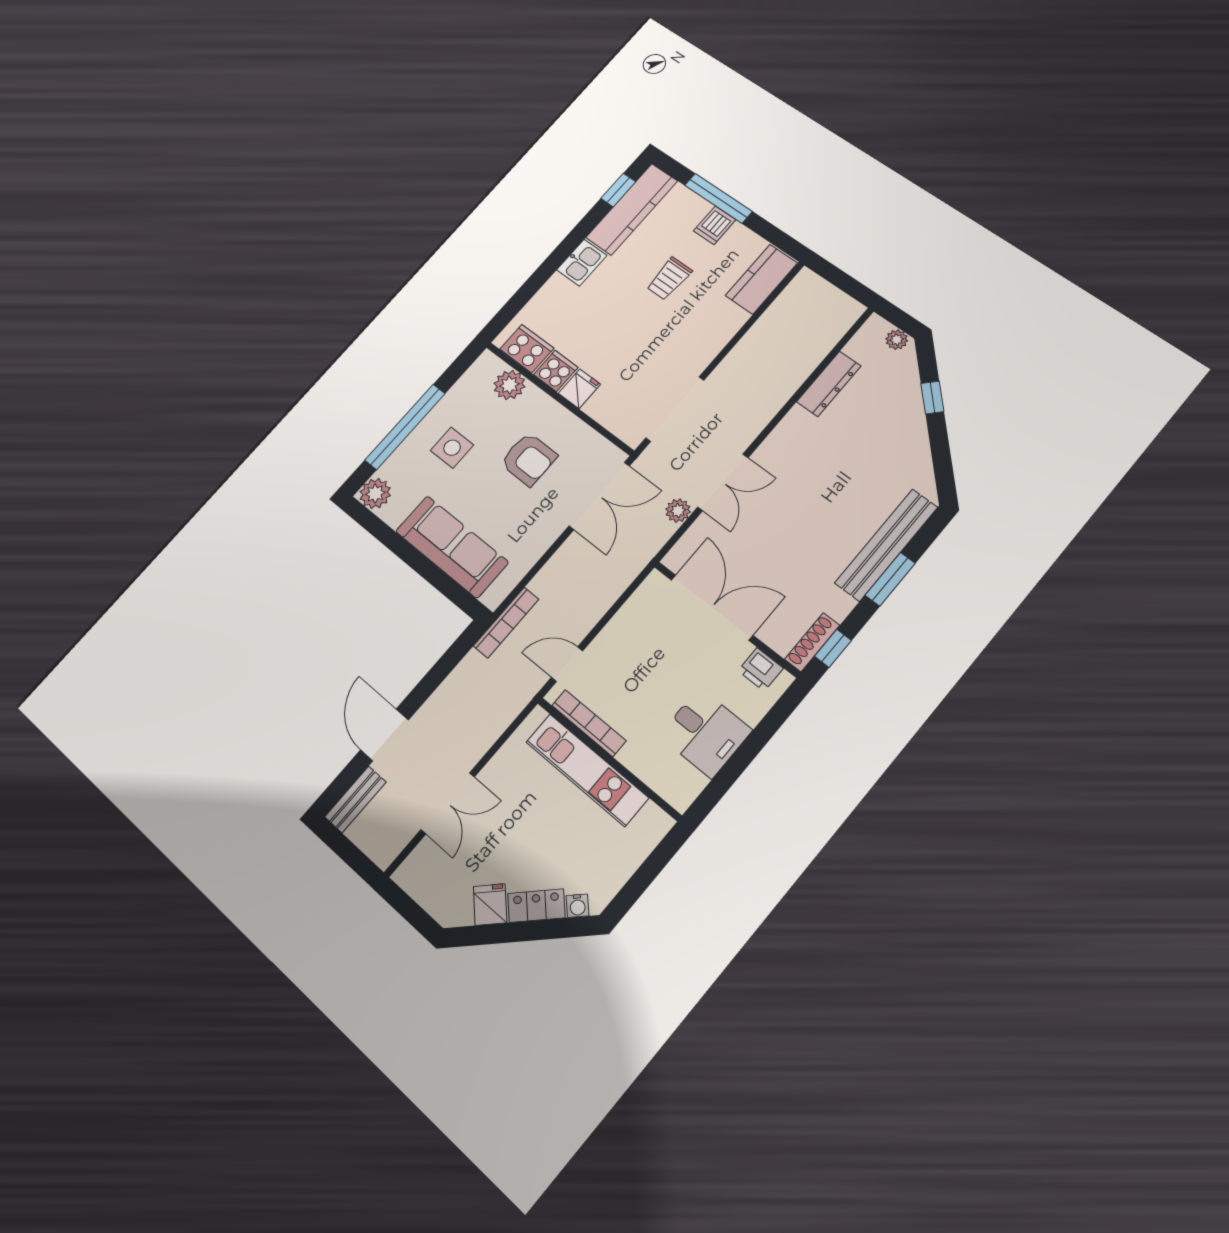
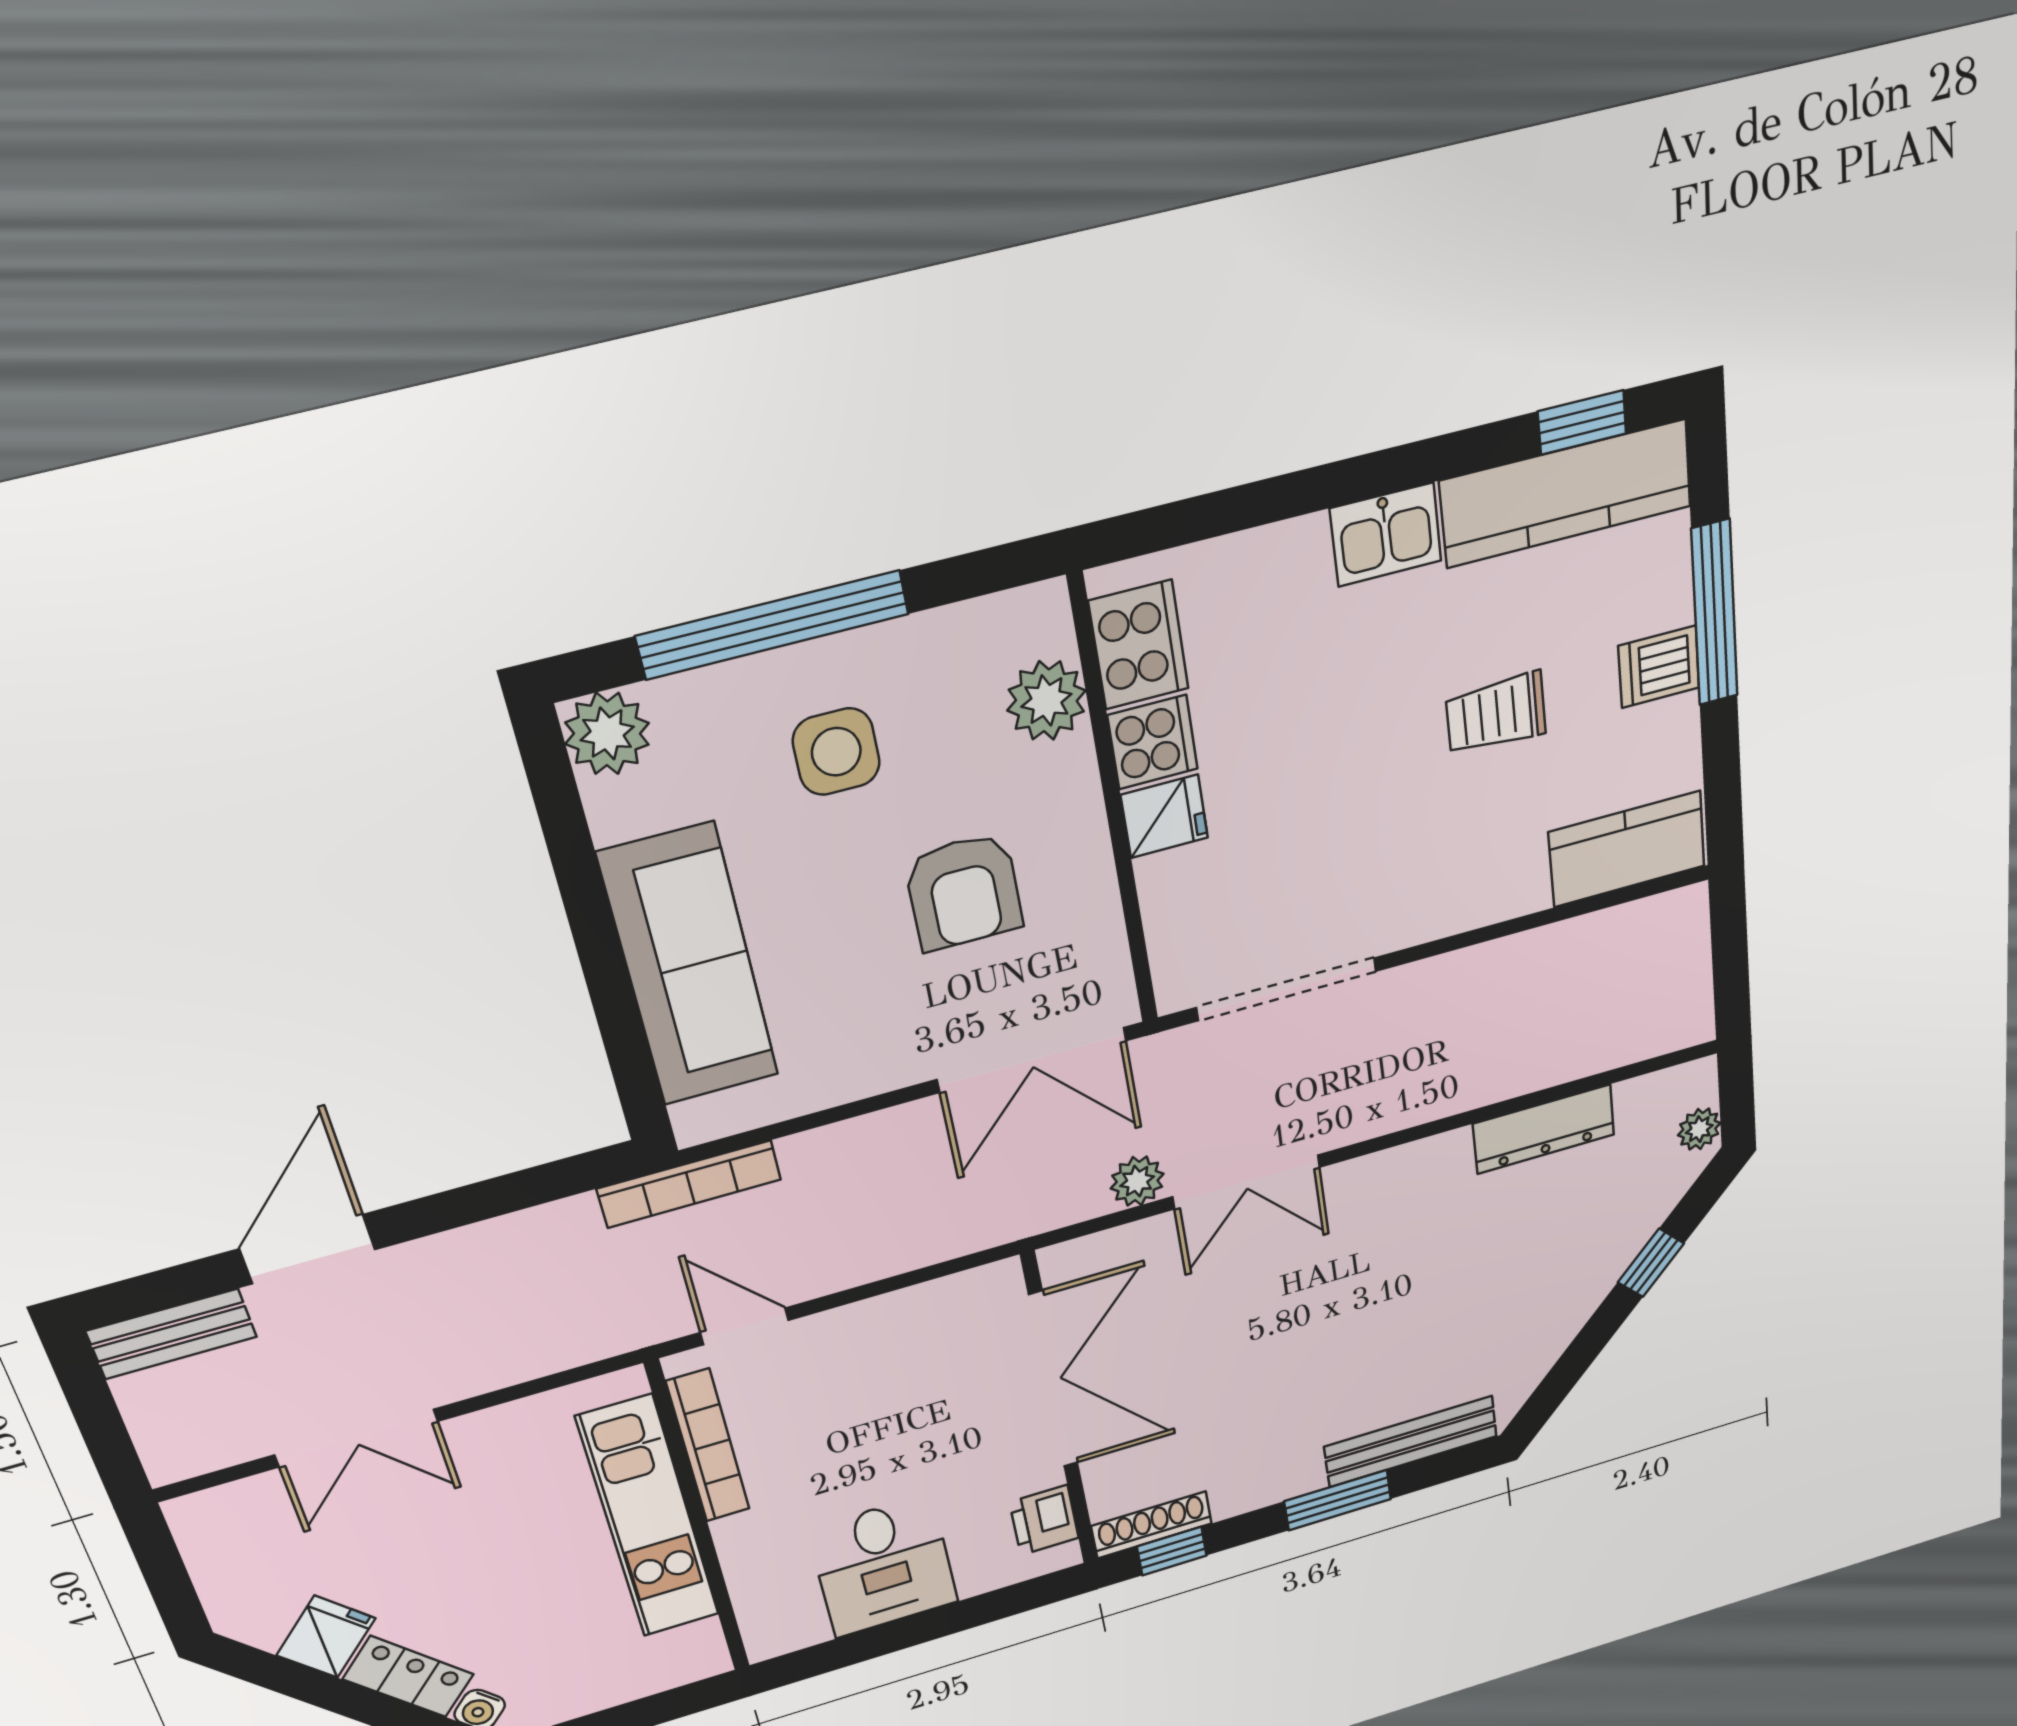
bench: (886, 545) -> (1411, 1442), width x0.73, depth x0.82

